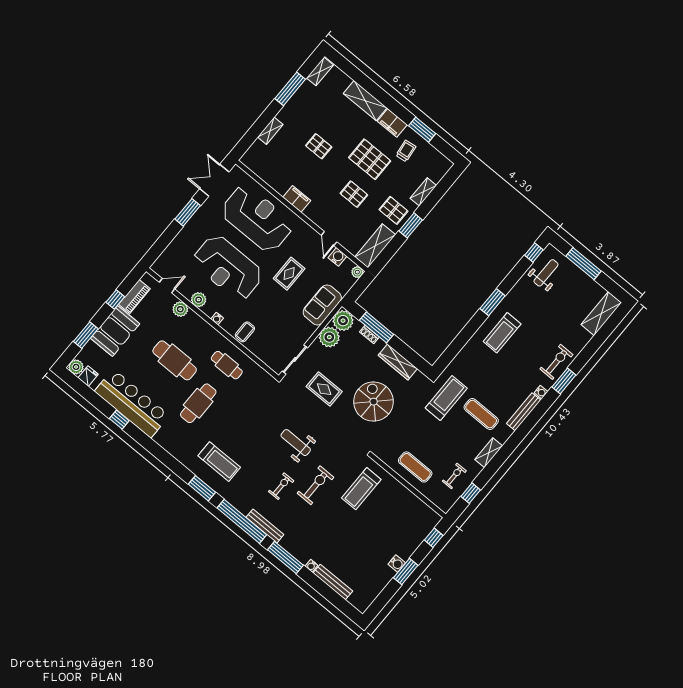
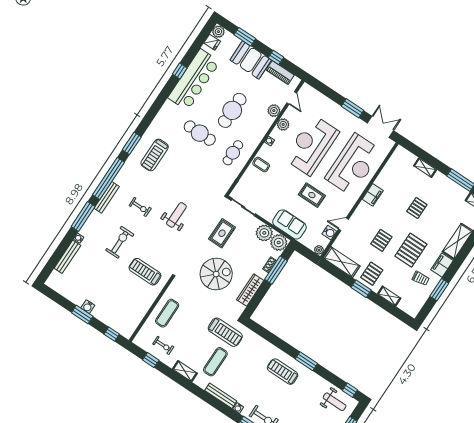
exercise bike: (316, 485) -> (120, 242), moved, turned -90

